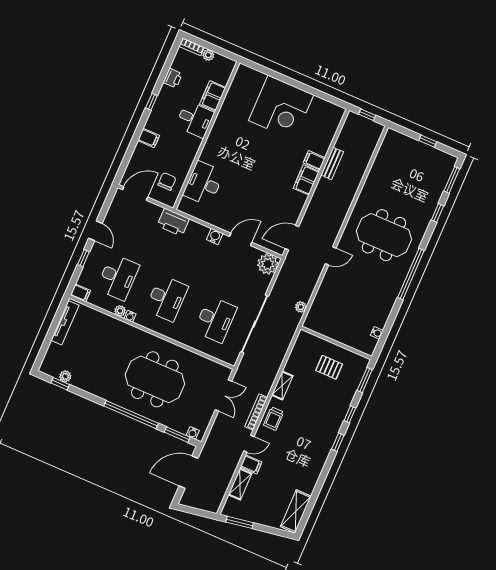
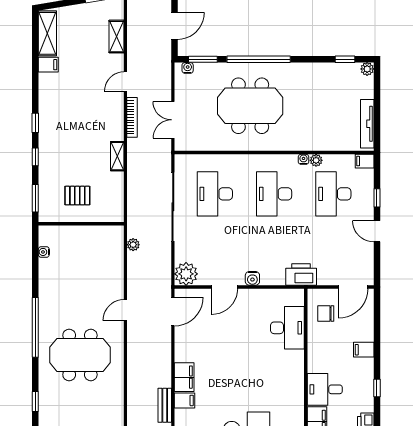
chair: (167, 181) -> (326, 313), turned 90
plant: (65, 376) -> (367, 69), moved
trolley: (274, 419) -> (111, 118), removed
filing cabinet: (251, 464) -> (48, 65), moved, turned 180
door: (189, 472) -> (174, 26), width x0.73

